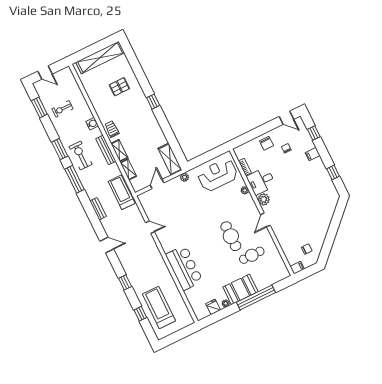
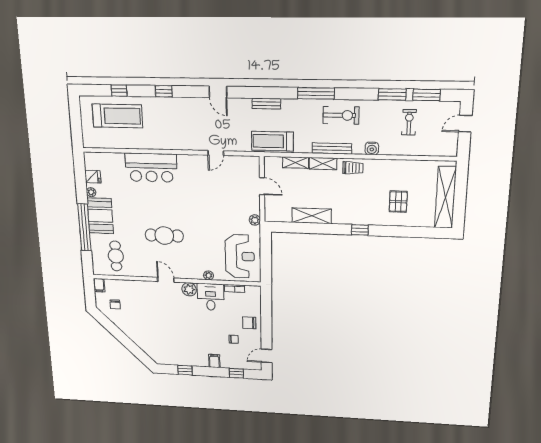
window: (60, 149) -> (392, 94), moved
shelving: (170, 159) -> (312, 216), moved
treadmill: (122, 192) -> (272, 141), turned 180
door: (107, 245) -> (218, 92), hinge flipped
cafe table: (252, 255) -> (116, 256), moved

